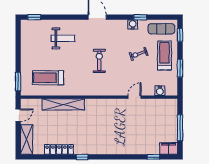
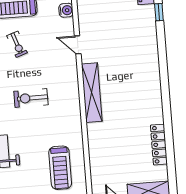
shelving: (63, 104) -> (92, 93), moved
window: (82, 157) -> (167, 111), removed

